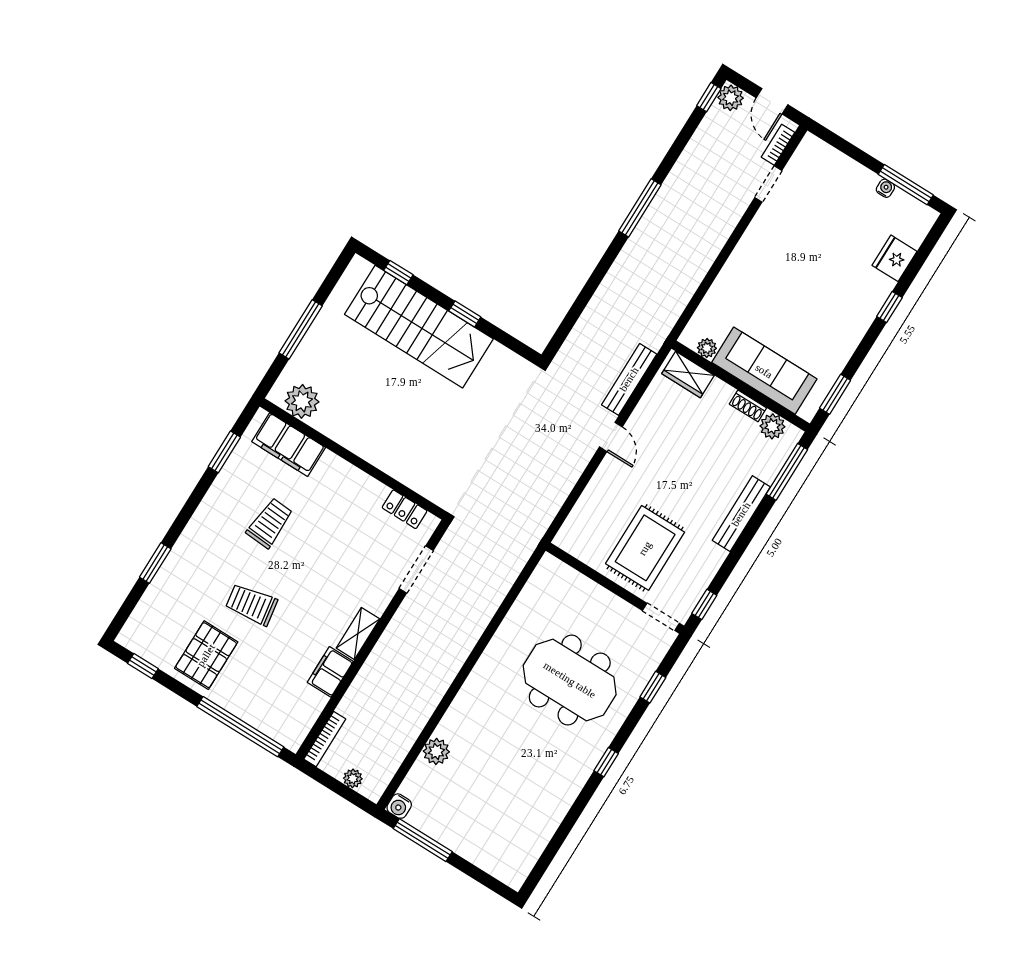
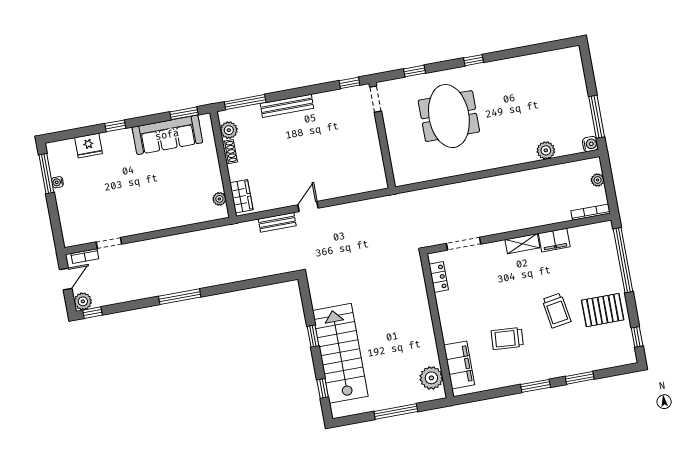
sofa: (764, 371) -> (167, 135), moved, turned -90
bench: (629, 379) -> (277, 222), width x0.73
window: (224, 452) -> (535, 386), moved
rug: (645, 548) -> (348, 139), removed

